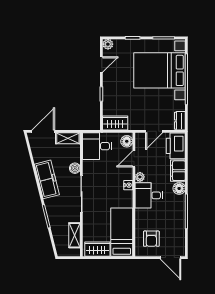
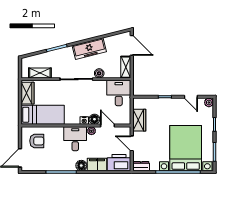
wardrobe: (115, 123) -> (139, 120), moved
floor lamp: (127, 141) -> (94, 119), moved
armchair: (151, 239) -> (37, 141), turned 180

